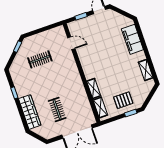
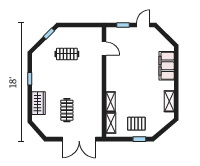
wardrobe: (30, 112) -> (39, 103), width x0.67

